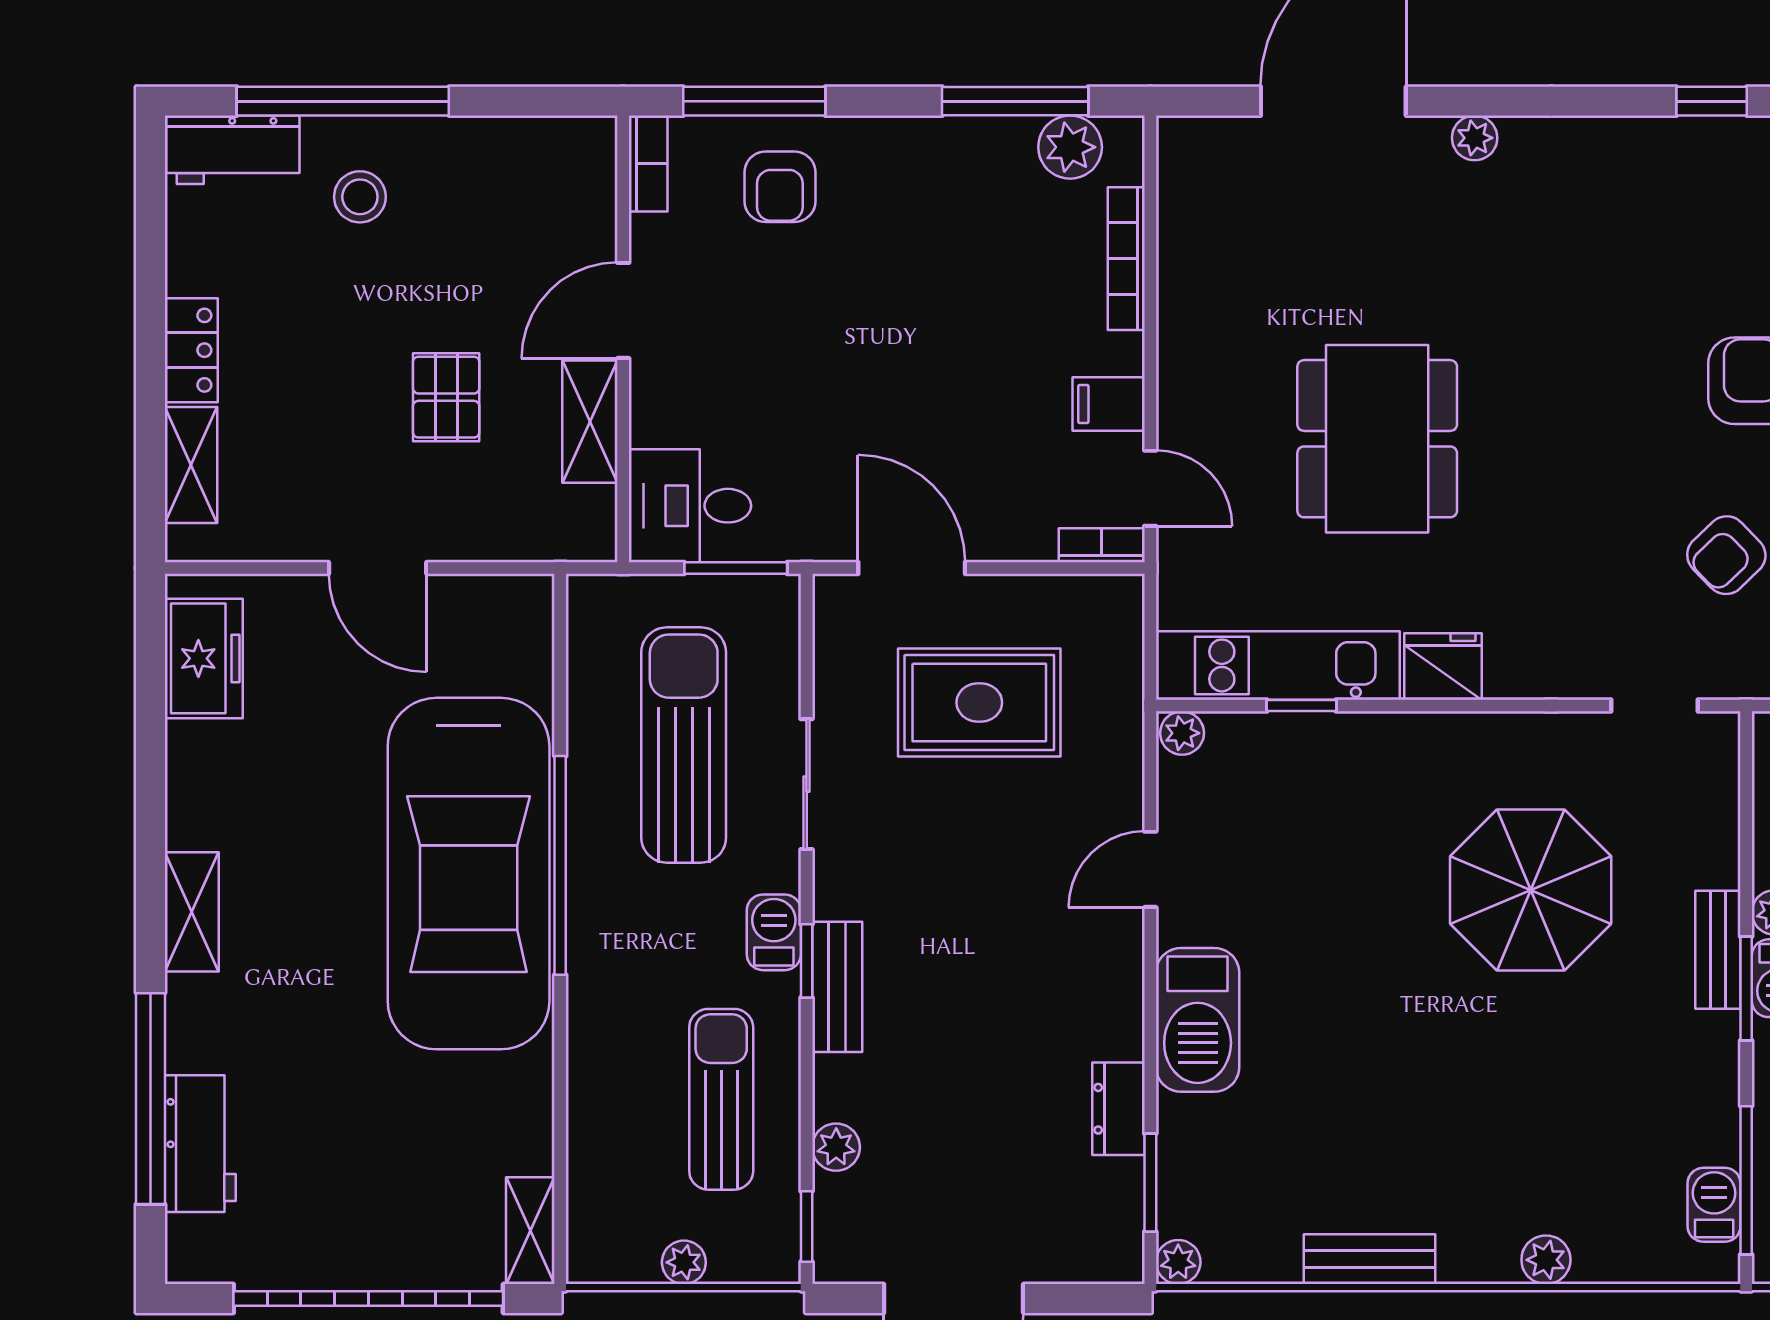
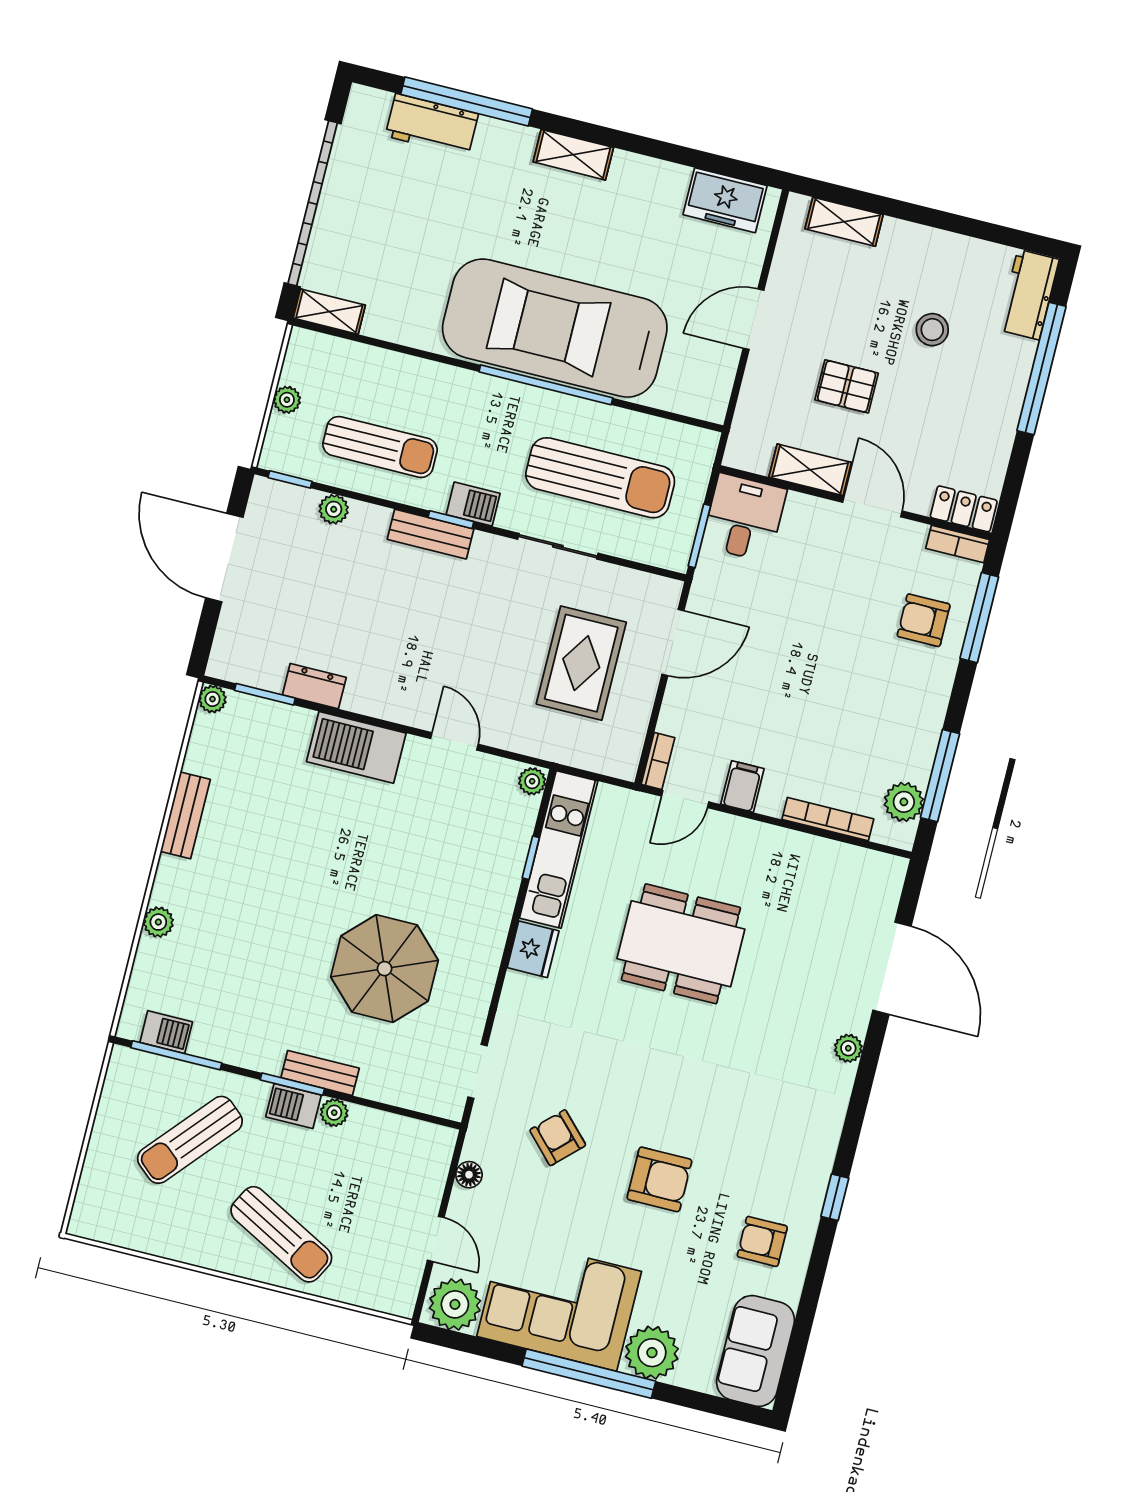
stool: (360, 197) -> (932, 330), moved
locker: (191, 350) -> (964, 509), moved, turned 180

